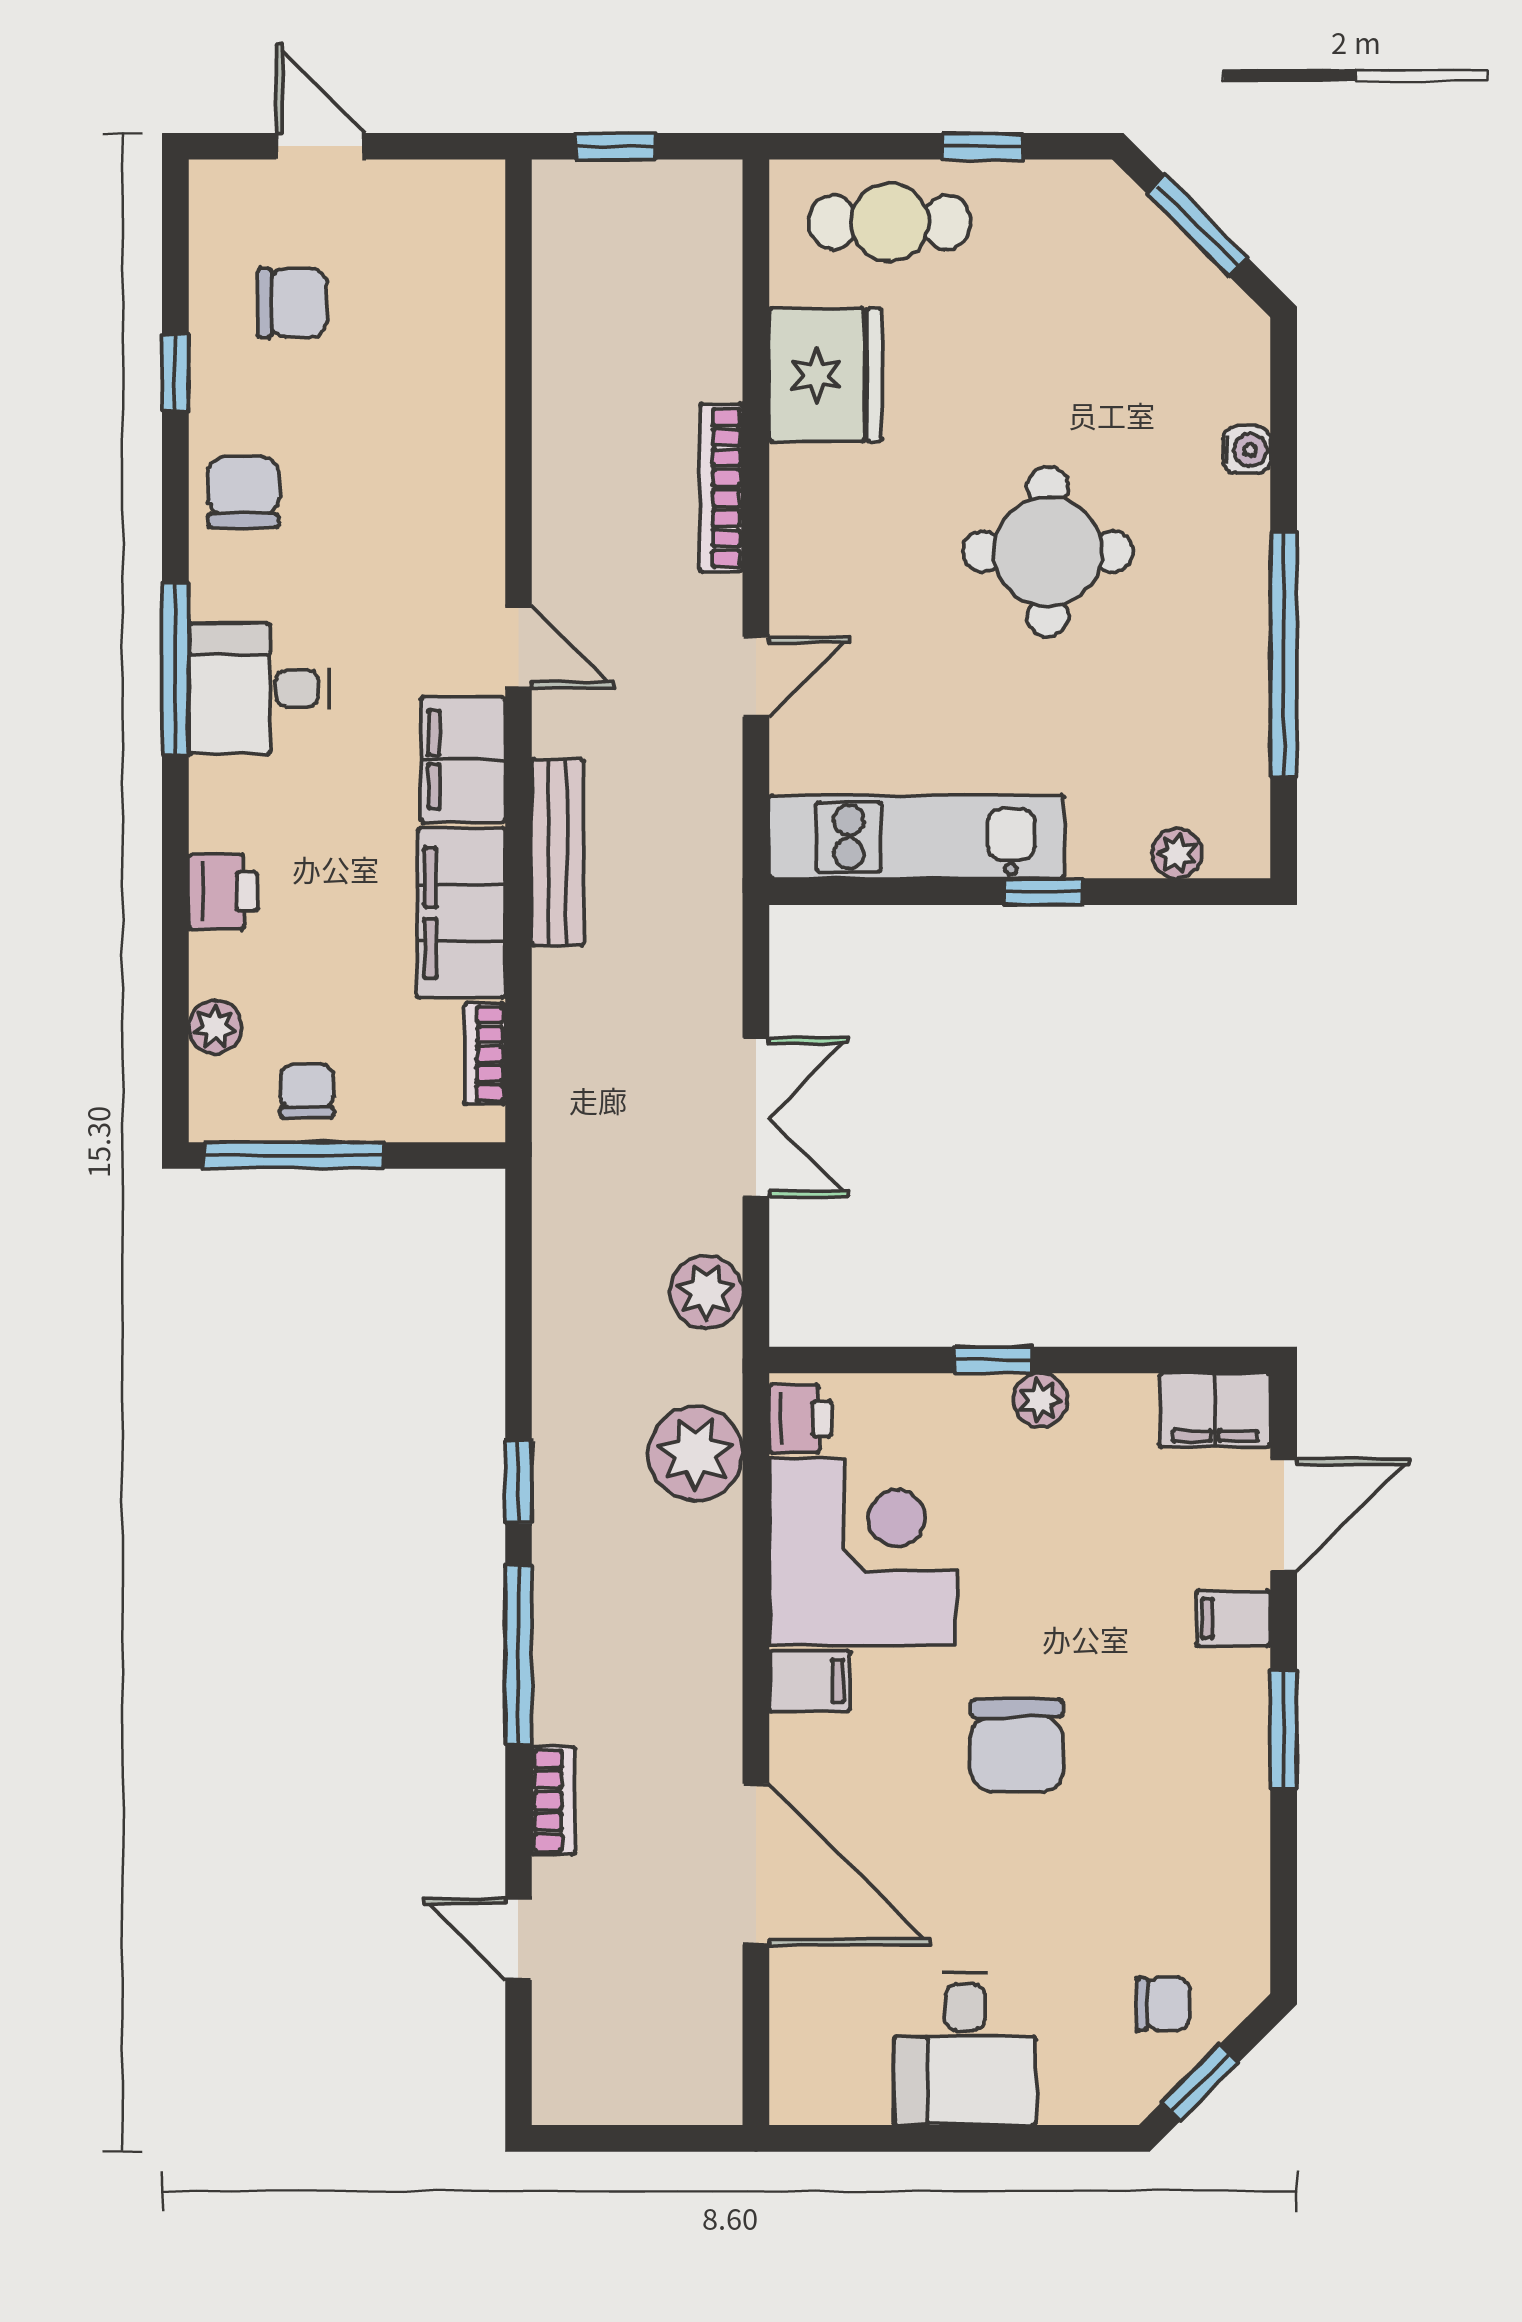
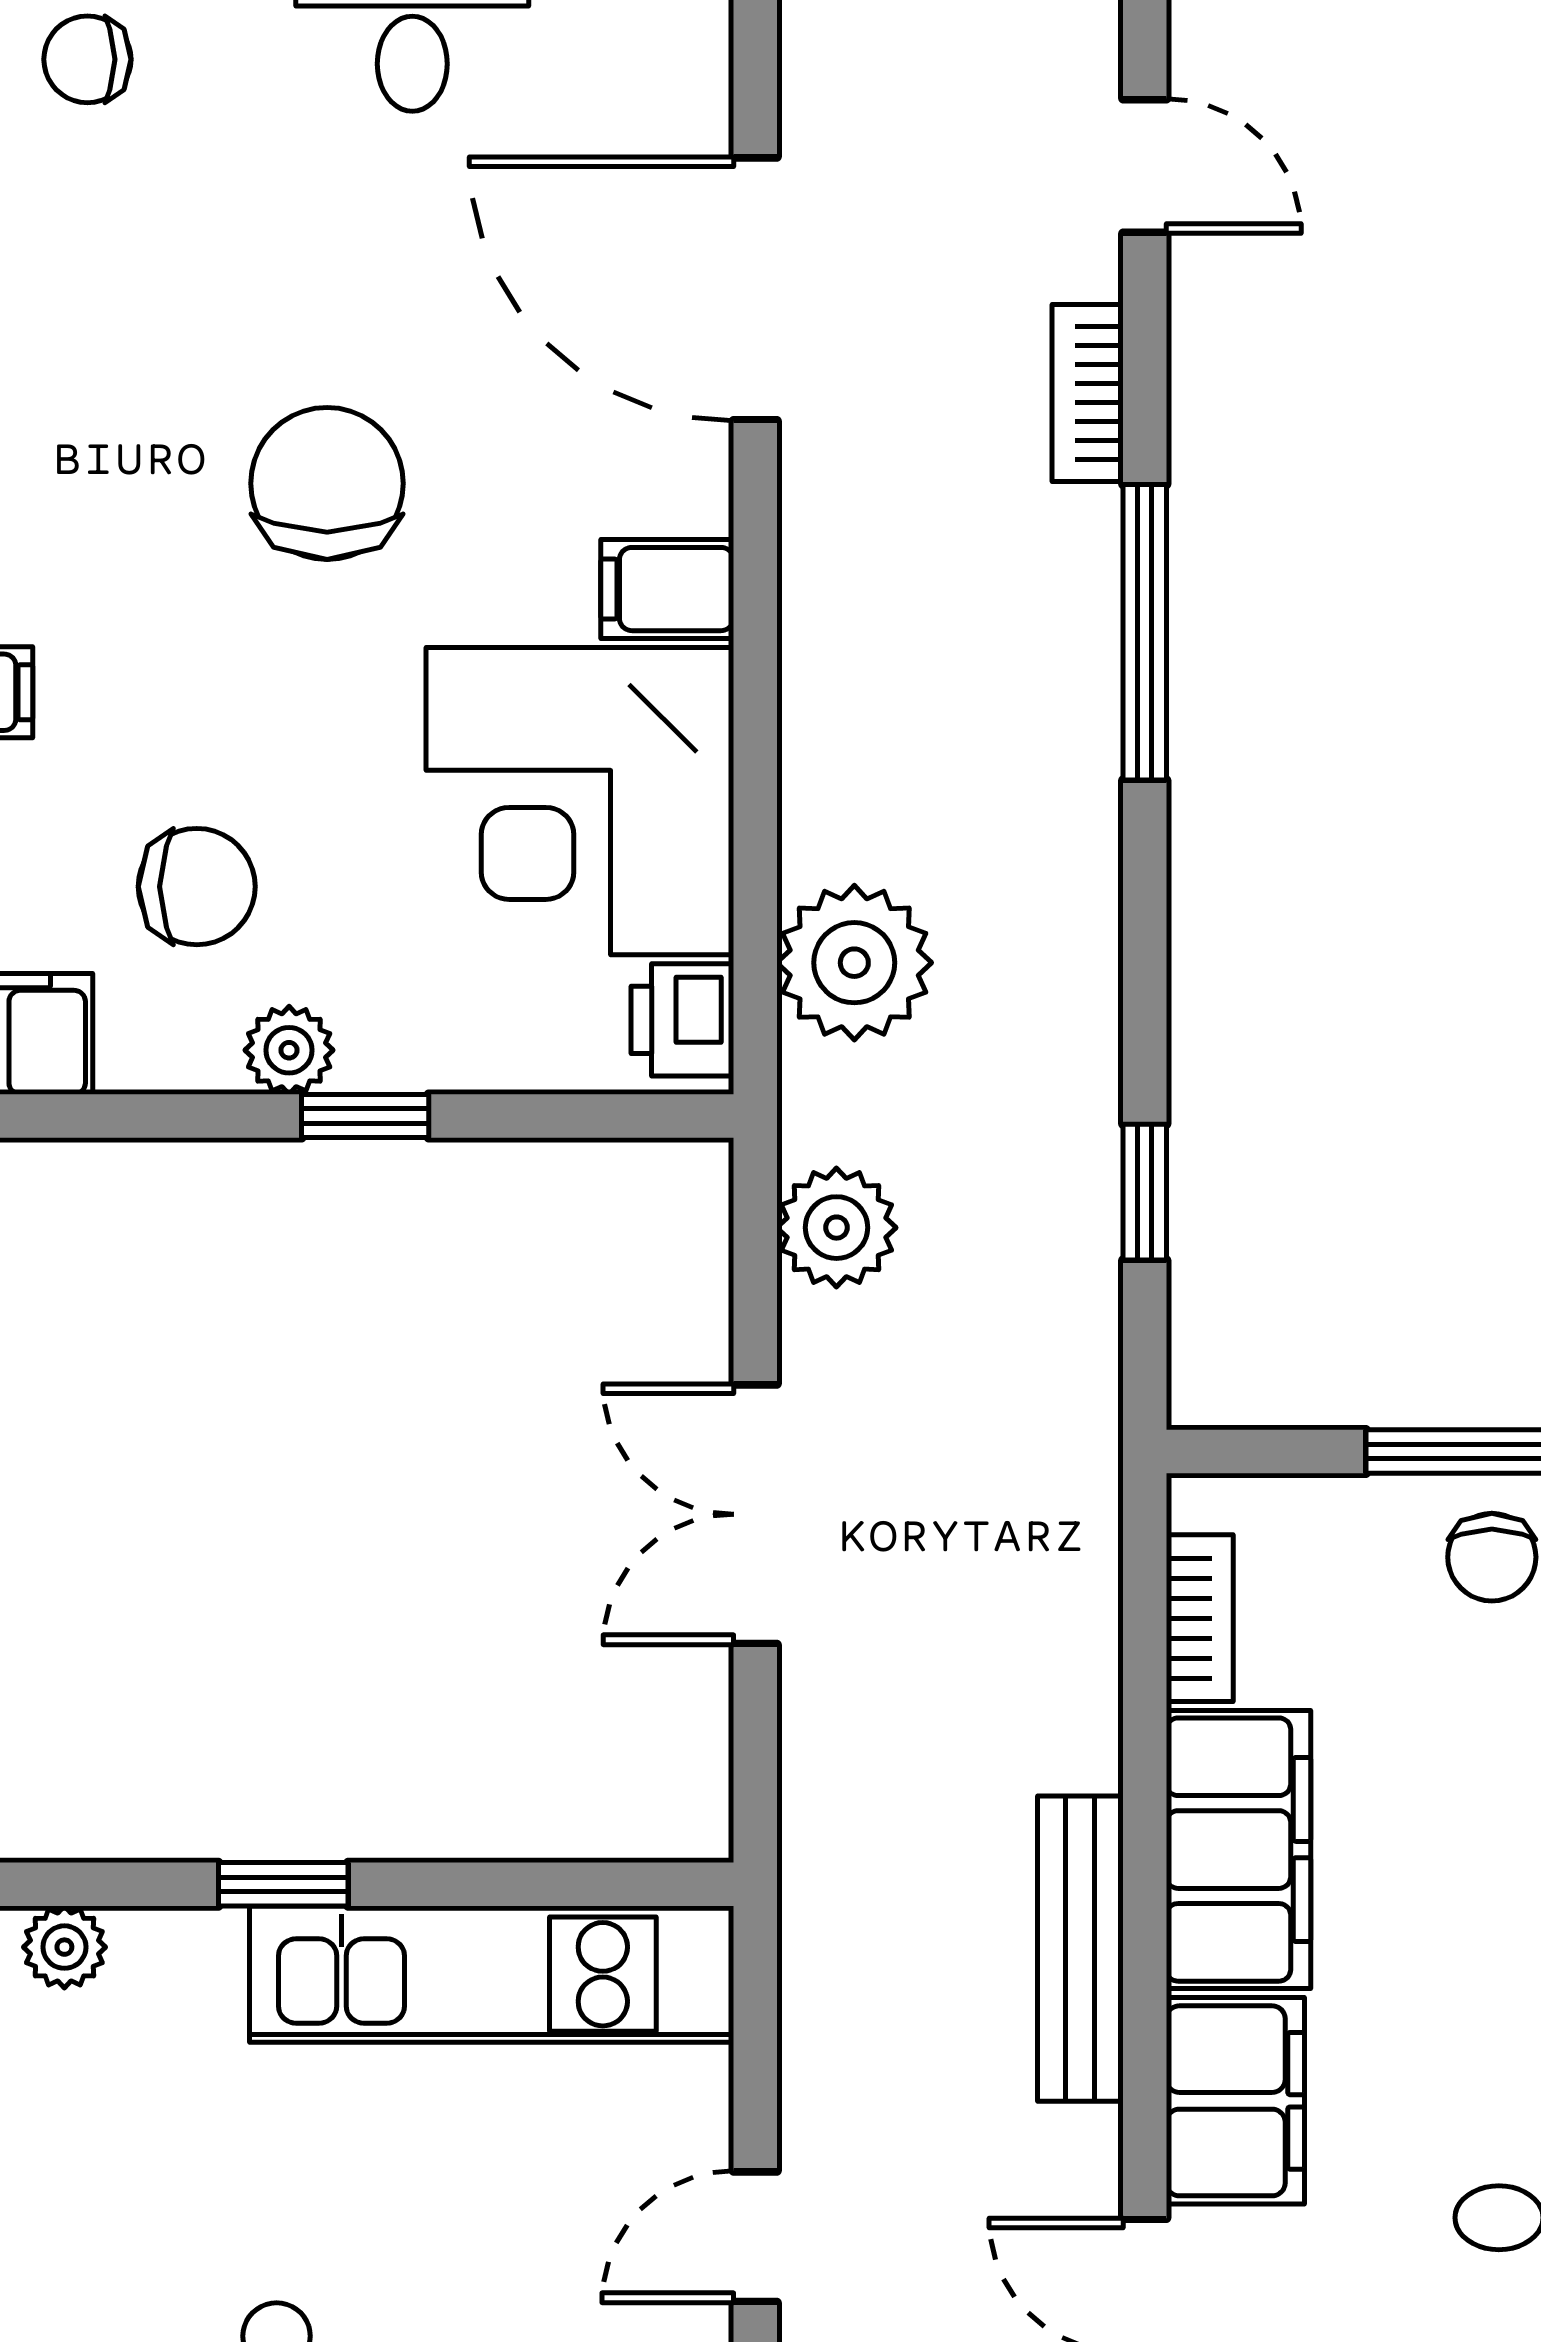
window: (518, 1482) -> (1145, 1192), moved
chair: (1096, 1500) -> (197, 887), added

